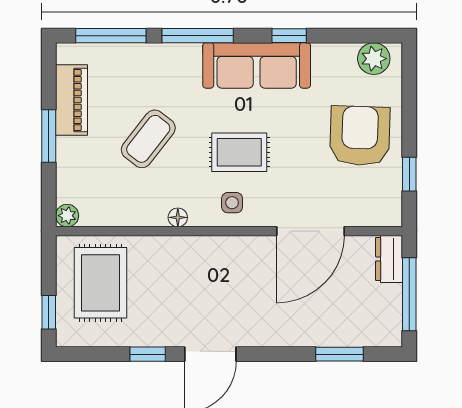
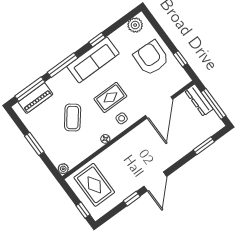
piano: (72, 100) -> (35, 98), moved, turned 90
dresser: (389, 259) -> (199, 100), width x1.44

